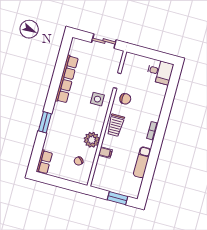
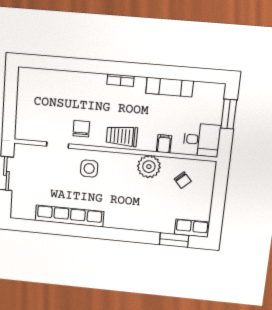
desk: (160, 72) -> (202, 140), moved, turned 90
window: (45, 122) -> (174, 240), moved
trolley: (116, 125) -> (122, 136), turned 180

